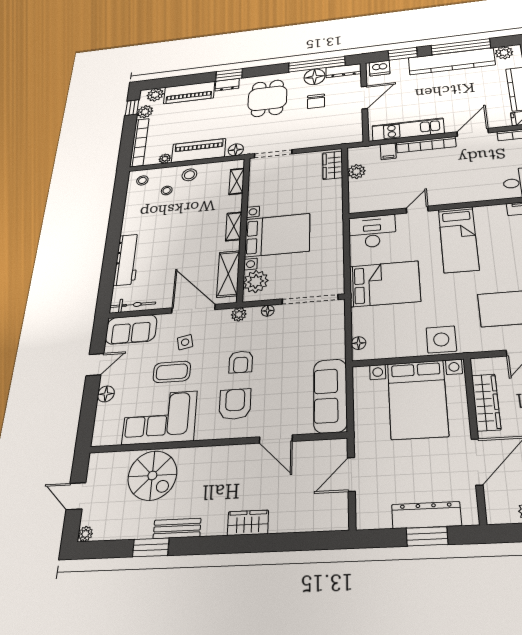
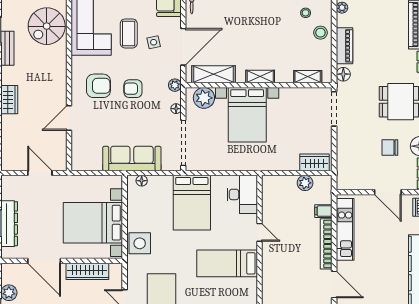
piano: (199, 151) -> (344, 46), width x0.73, depth x0.75
sofa: (330, 396) -> (132, 158), moved

